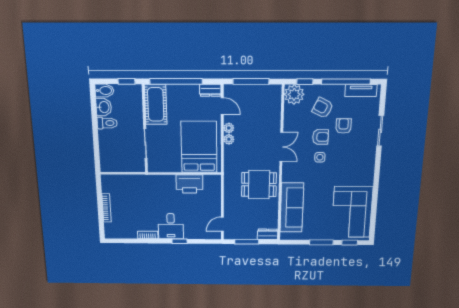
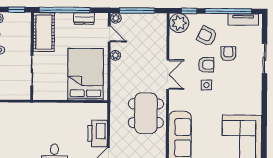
dresser: (210, 90) -> (84, 19), moved
plant: (229, 139) -> (116, 18), moved
printer: (189, 184) -> (98, 133), moved, turned 90
dining table: (259, 185) -> (146, 113), width x1.38

